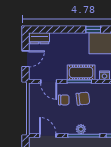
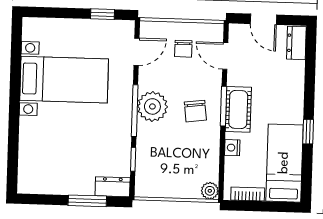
door: (49, 81) -> (225, 56), hinge flipped
chair: (64, 100) -> (183, 49), moved
plant: (81, 129) -> (152, 106), width x1.88, depth x1.88

